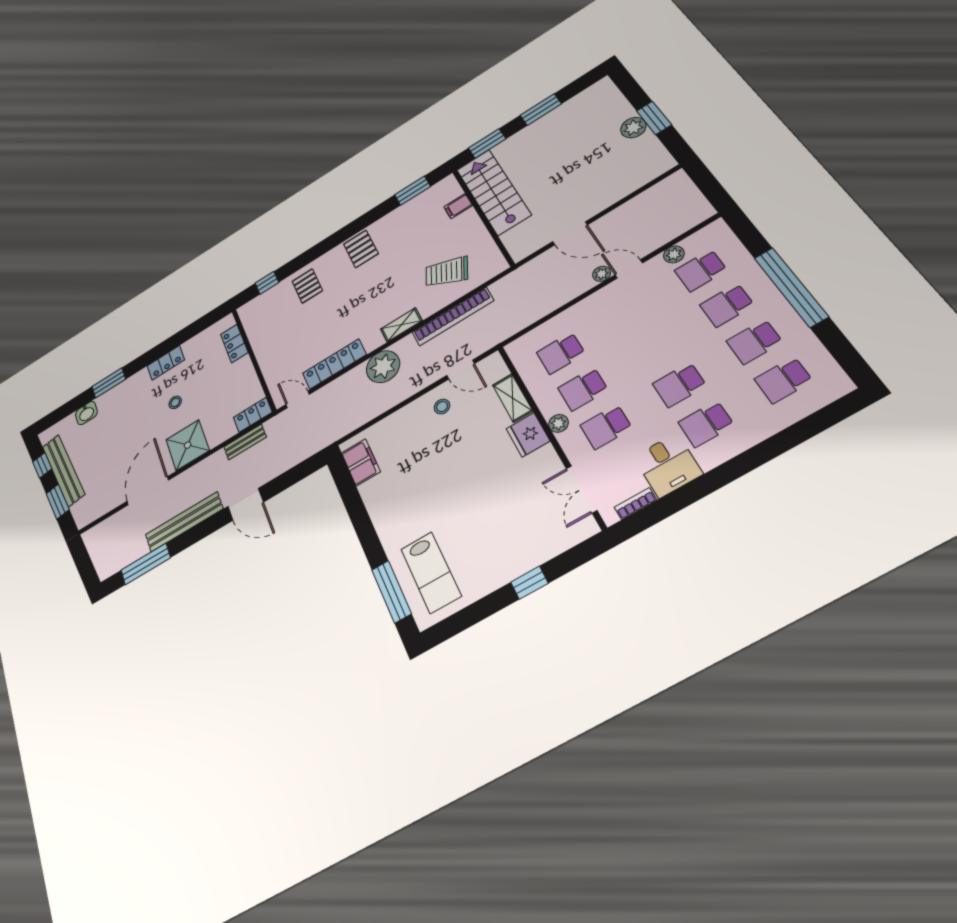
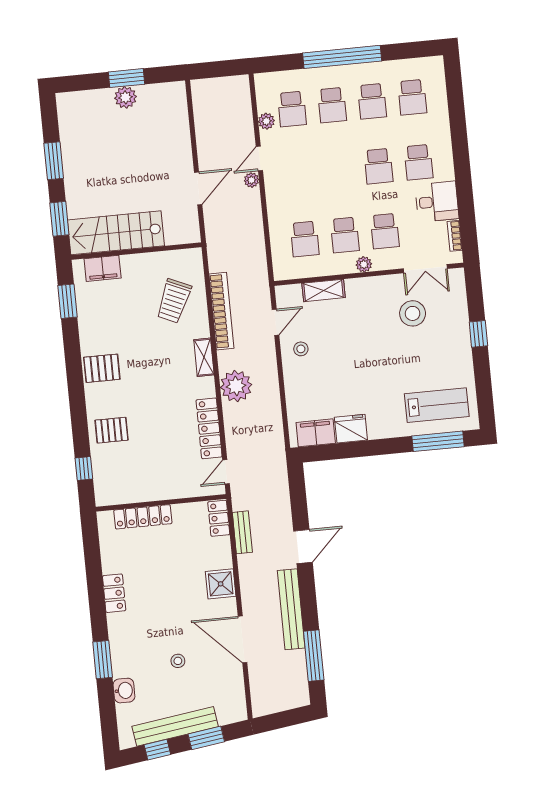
filing cabinet: (458, 206) -> (103, 268), width x2.00
locker: (234, 343) -> (143, 517), width x1.53
stool: (175, 402) -> (178, 661), moved
fridge: (528, 435) -> (351, 429), moved, turned 180
shower: (188, 445) -> (221, 584), width x0.73, depth x0.73
stool: (524, 499) -> (413, 313), added

